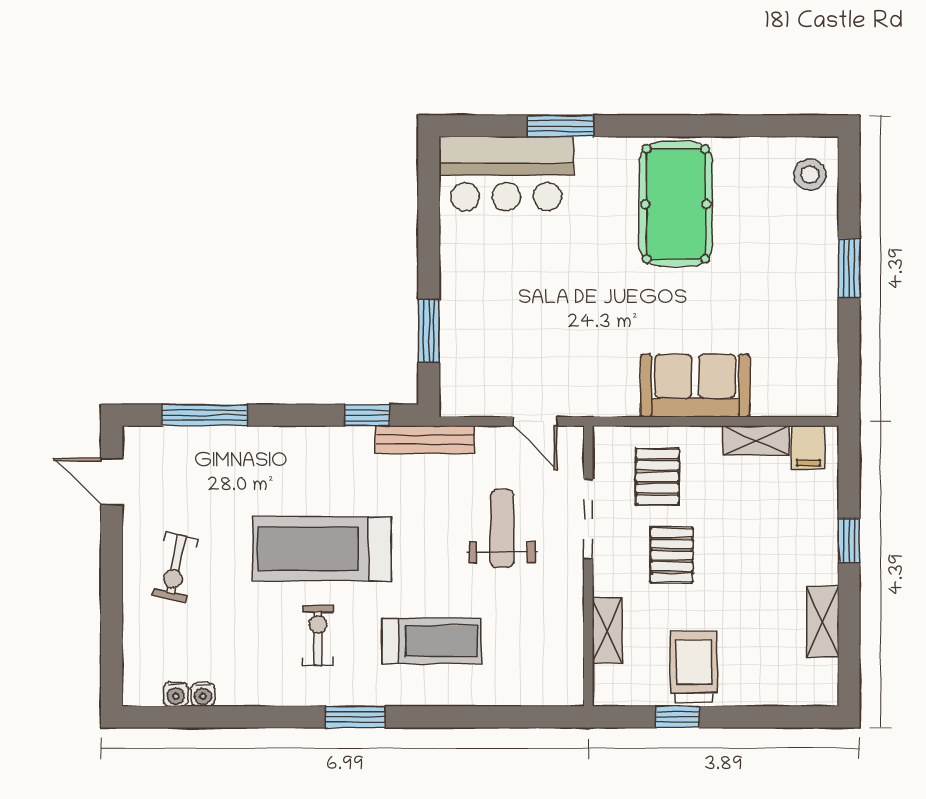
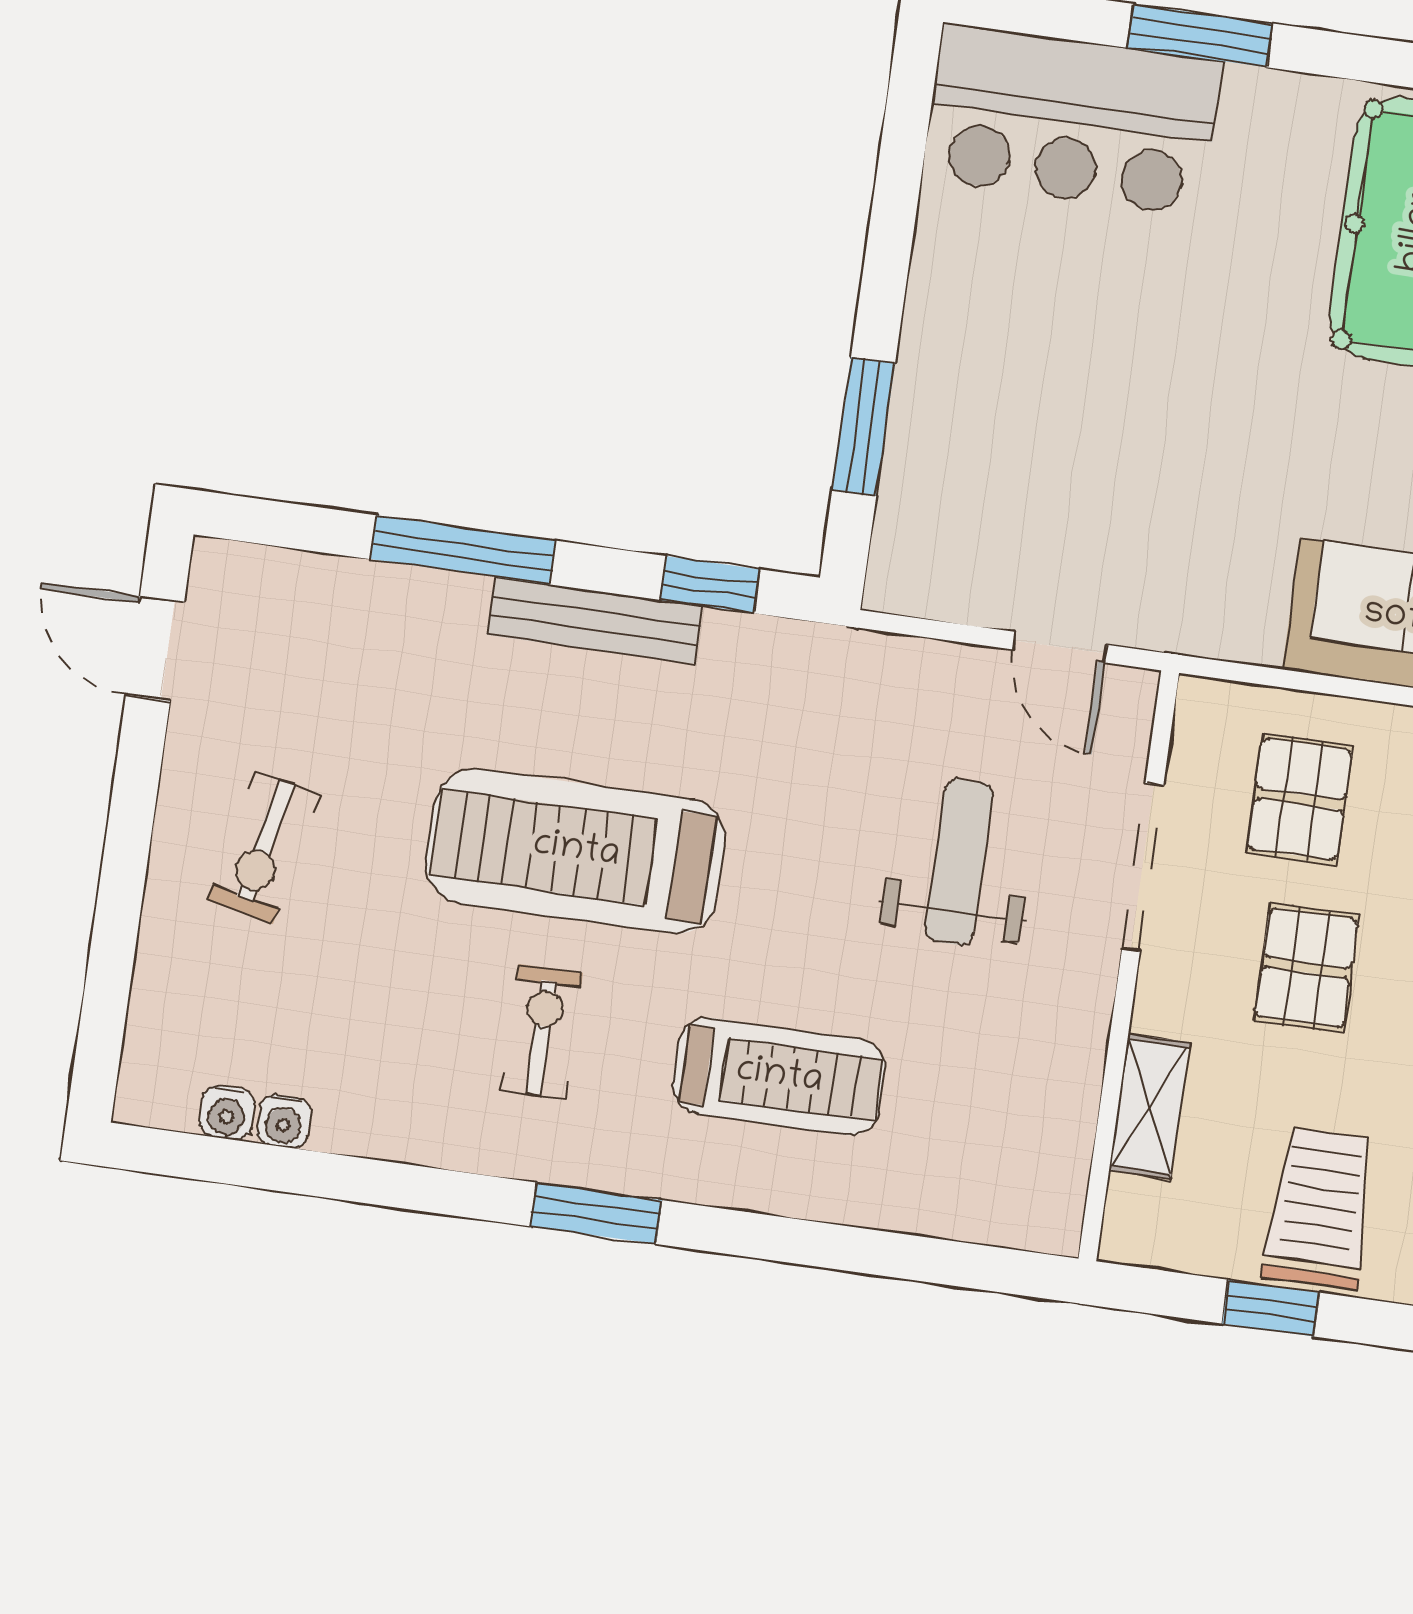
window: (204, 415) -> (463, 550), moved
bench: (425, 439) -> (594, 620), moved

